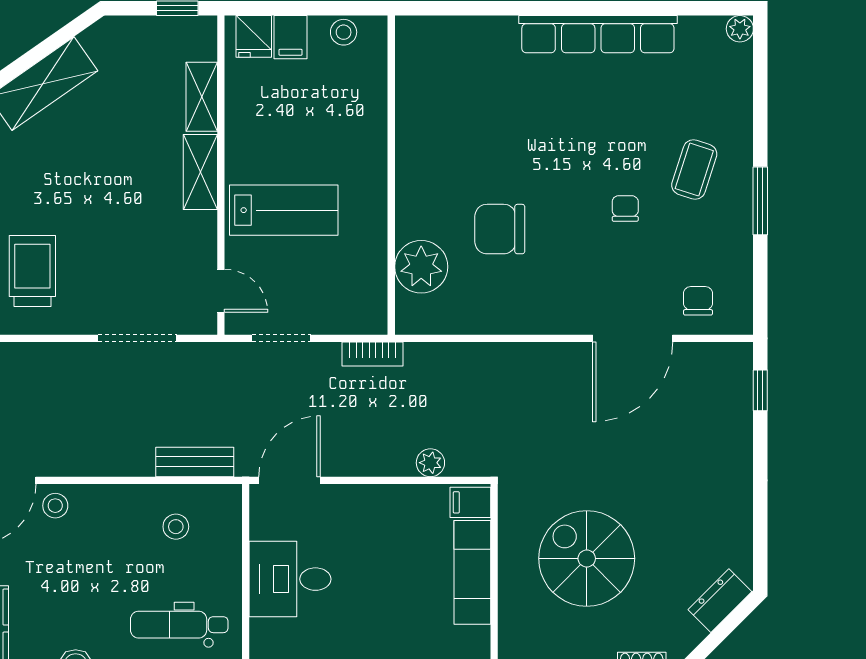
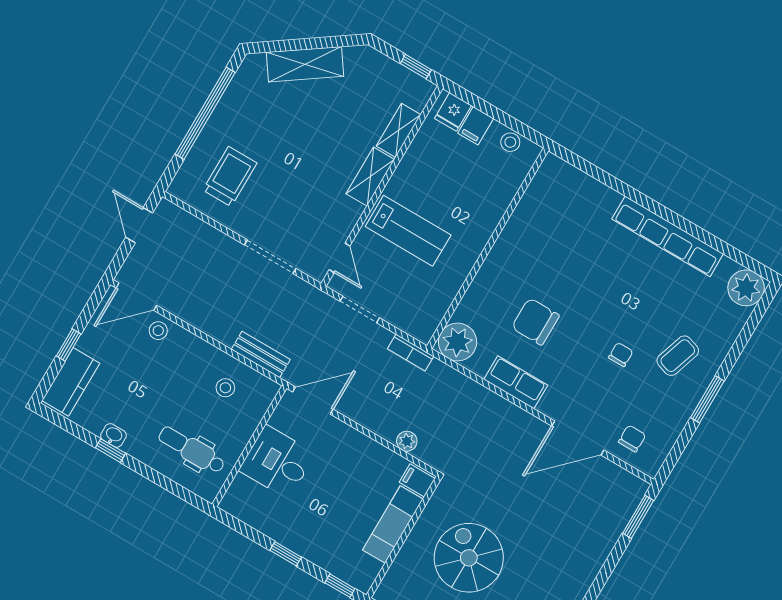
plant: (740, 29) -> (746, 288), width x1.87, depth x1.87
plant: (421, 267) -> (458, 342), moved
row of seats: (519, 316) -> (516, 382), added
window: (760, 390) -> (638, 517), width x1.50

